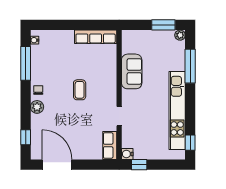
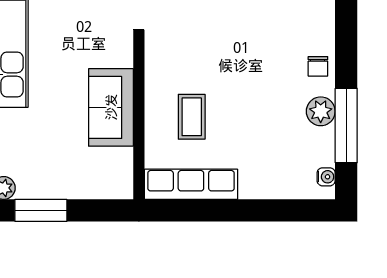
coffee table: (80, 90) -> (192, 117), moved
plant: (37, 107) -> (321, 111), moved

